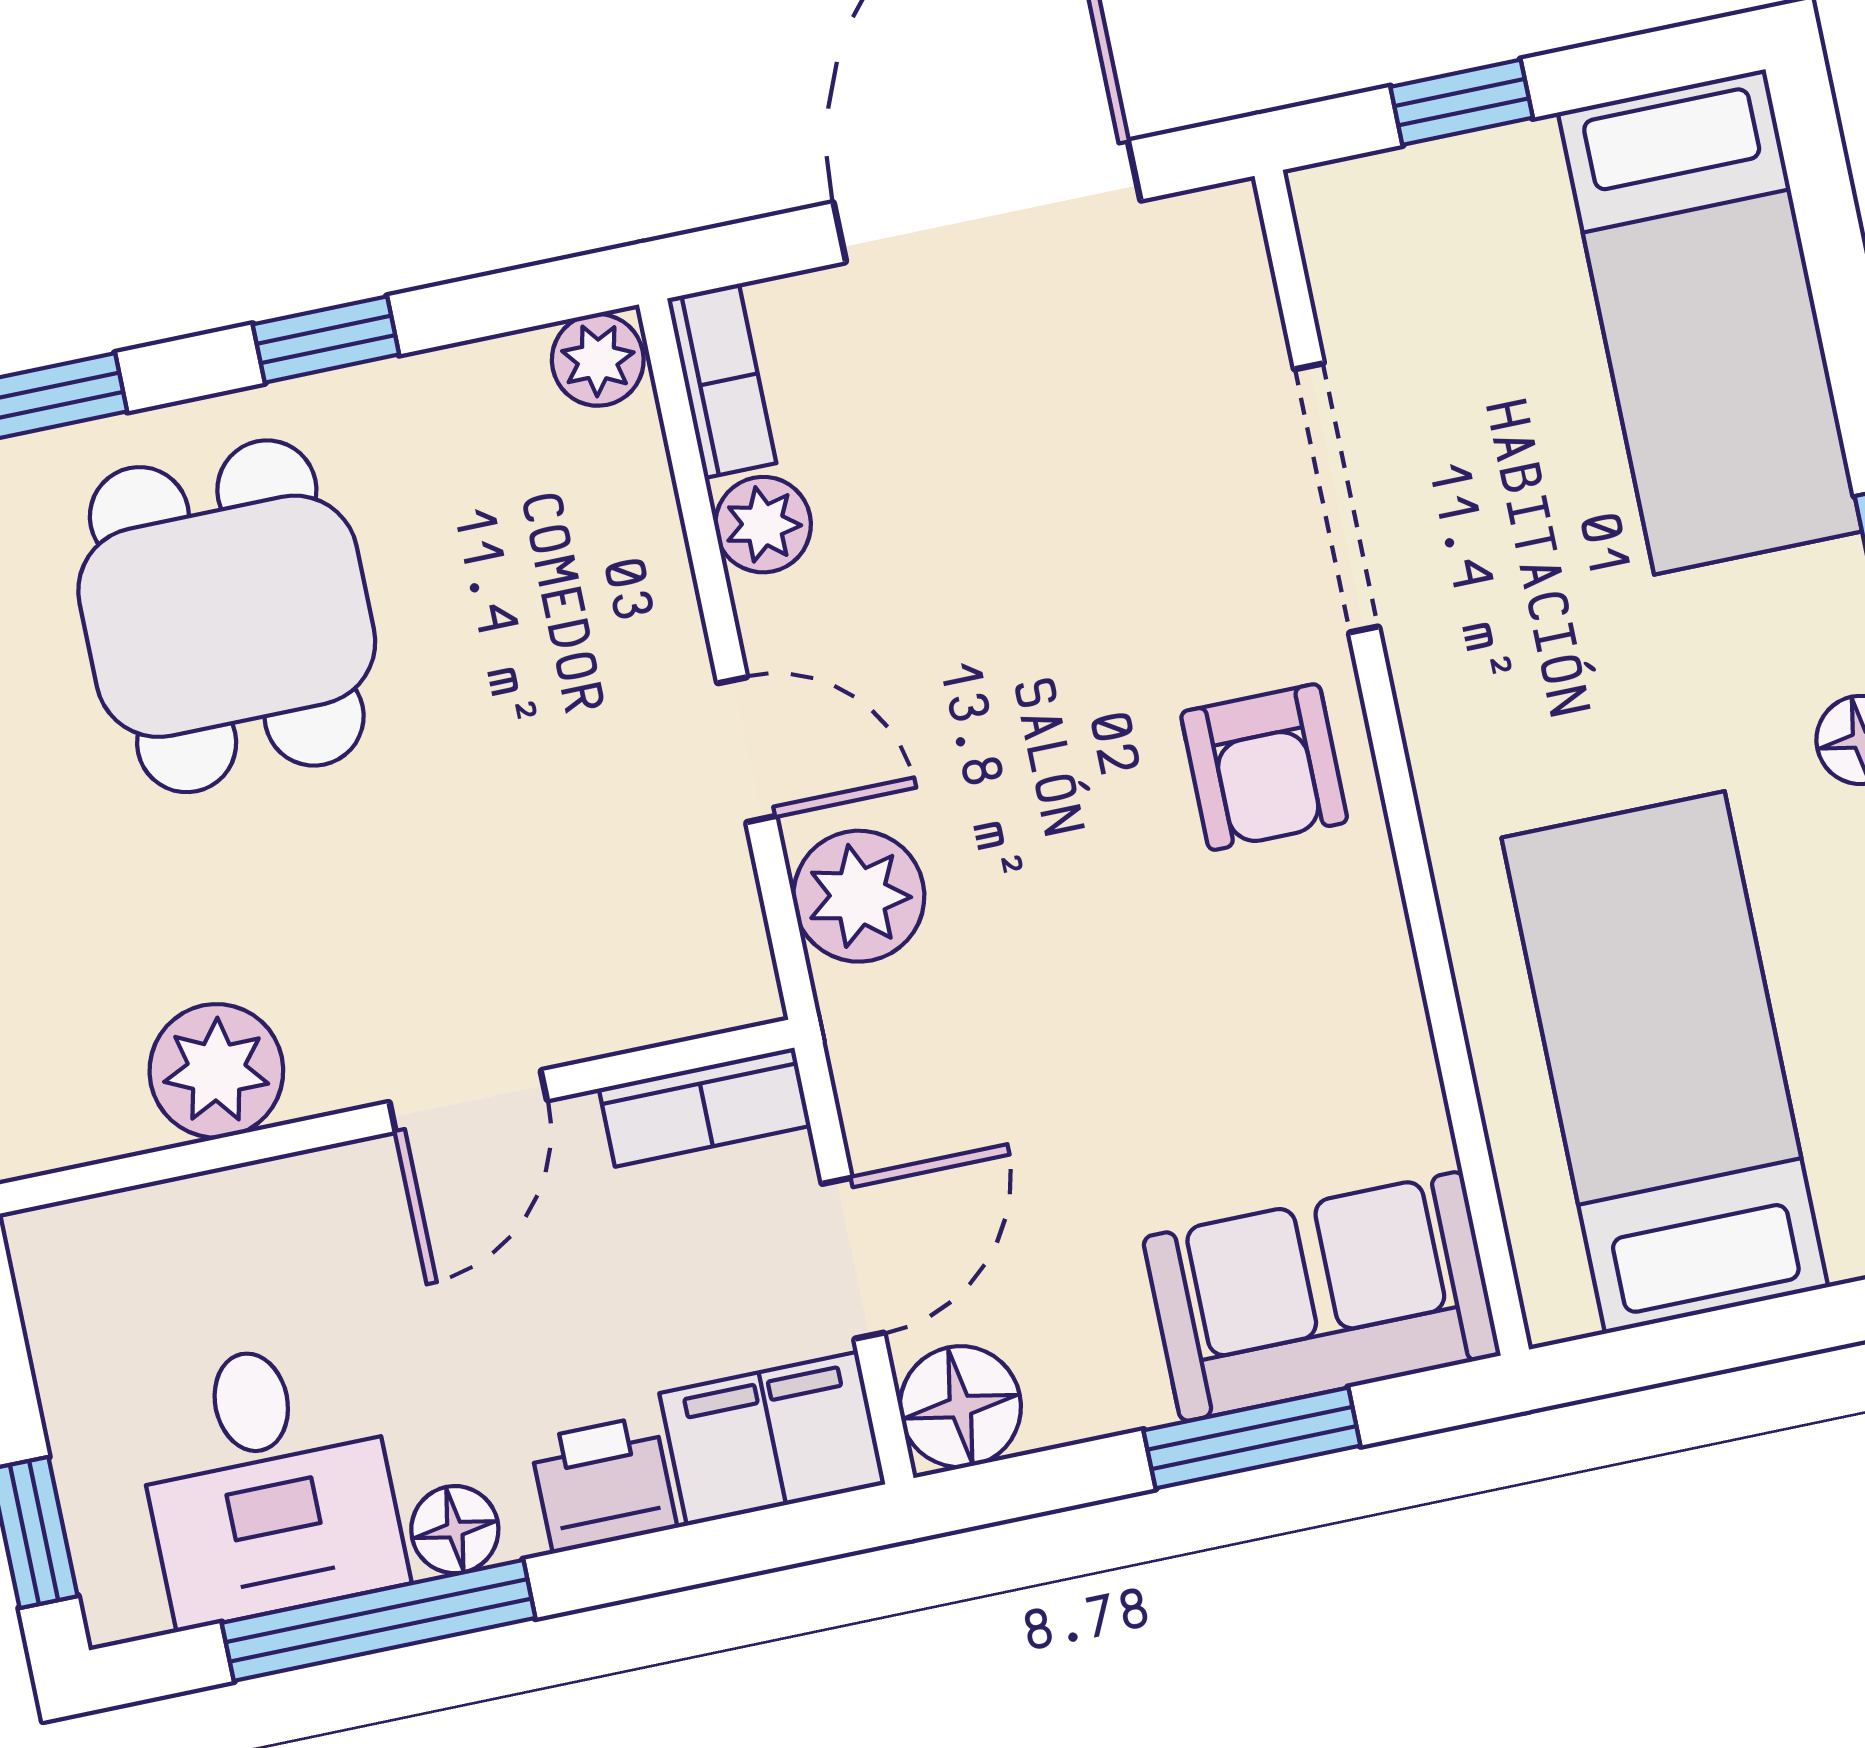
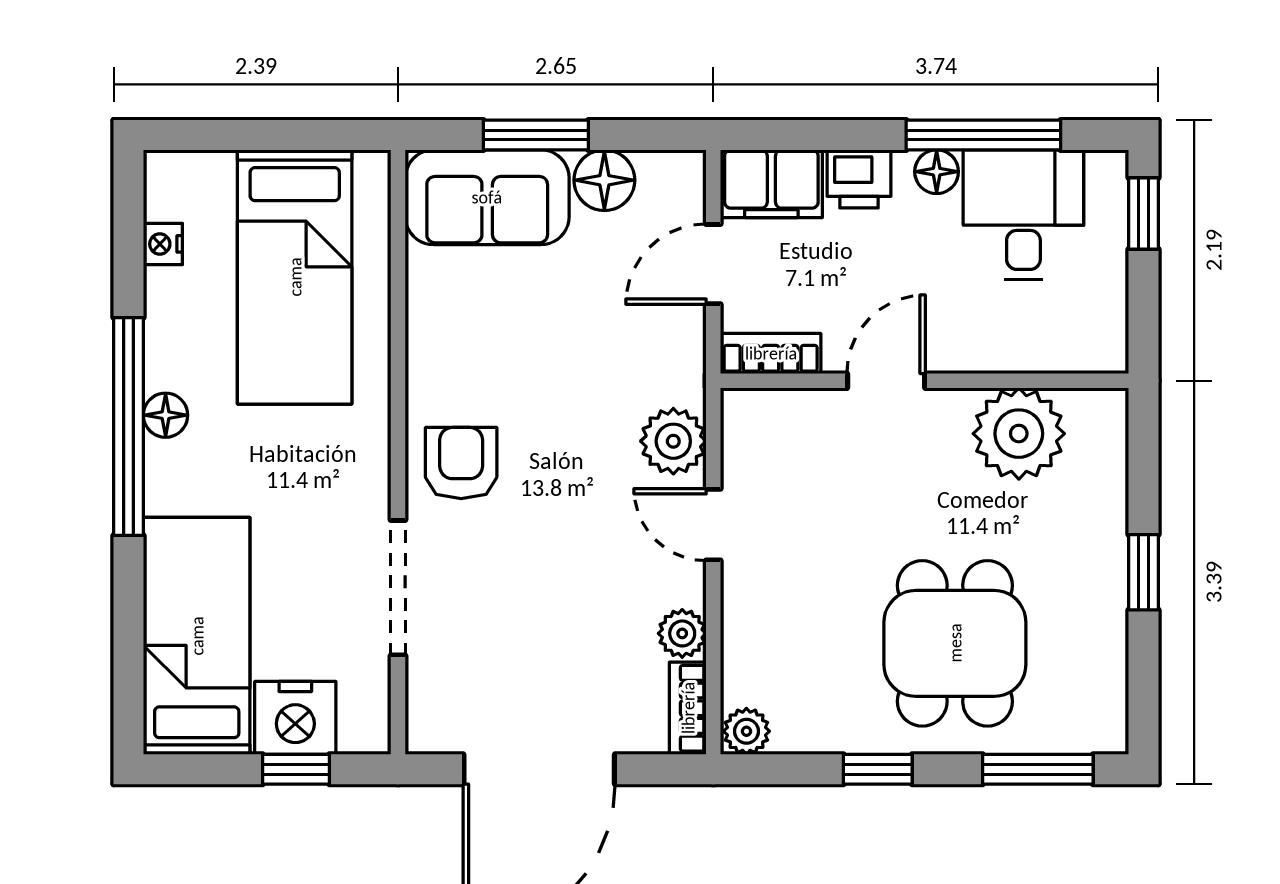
nightstand: (1484, 202) -> (295, 718), added
plant: (216, 1071) -> (1019, 434), width x1.36, depth x1.36
floor lamp: (960, 1407) -> (604, 180), moved

